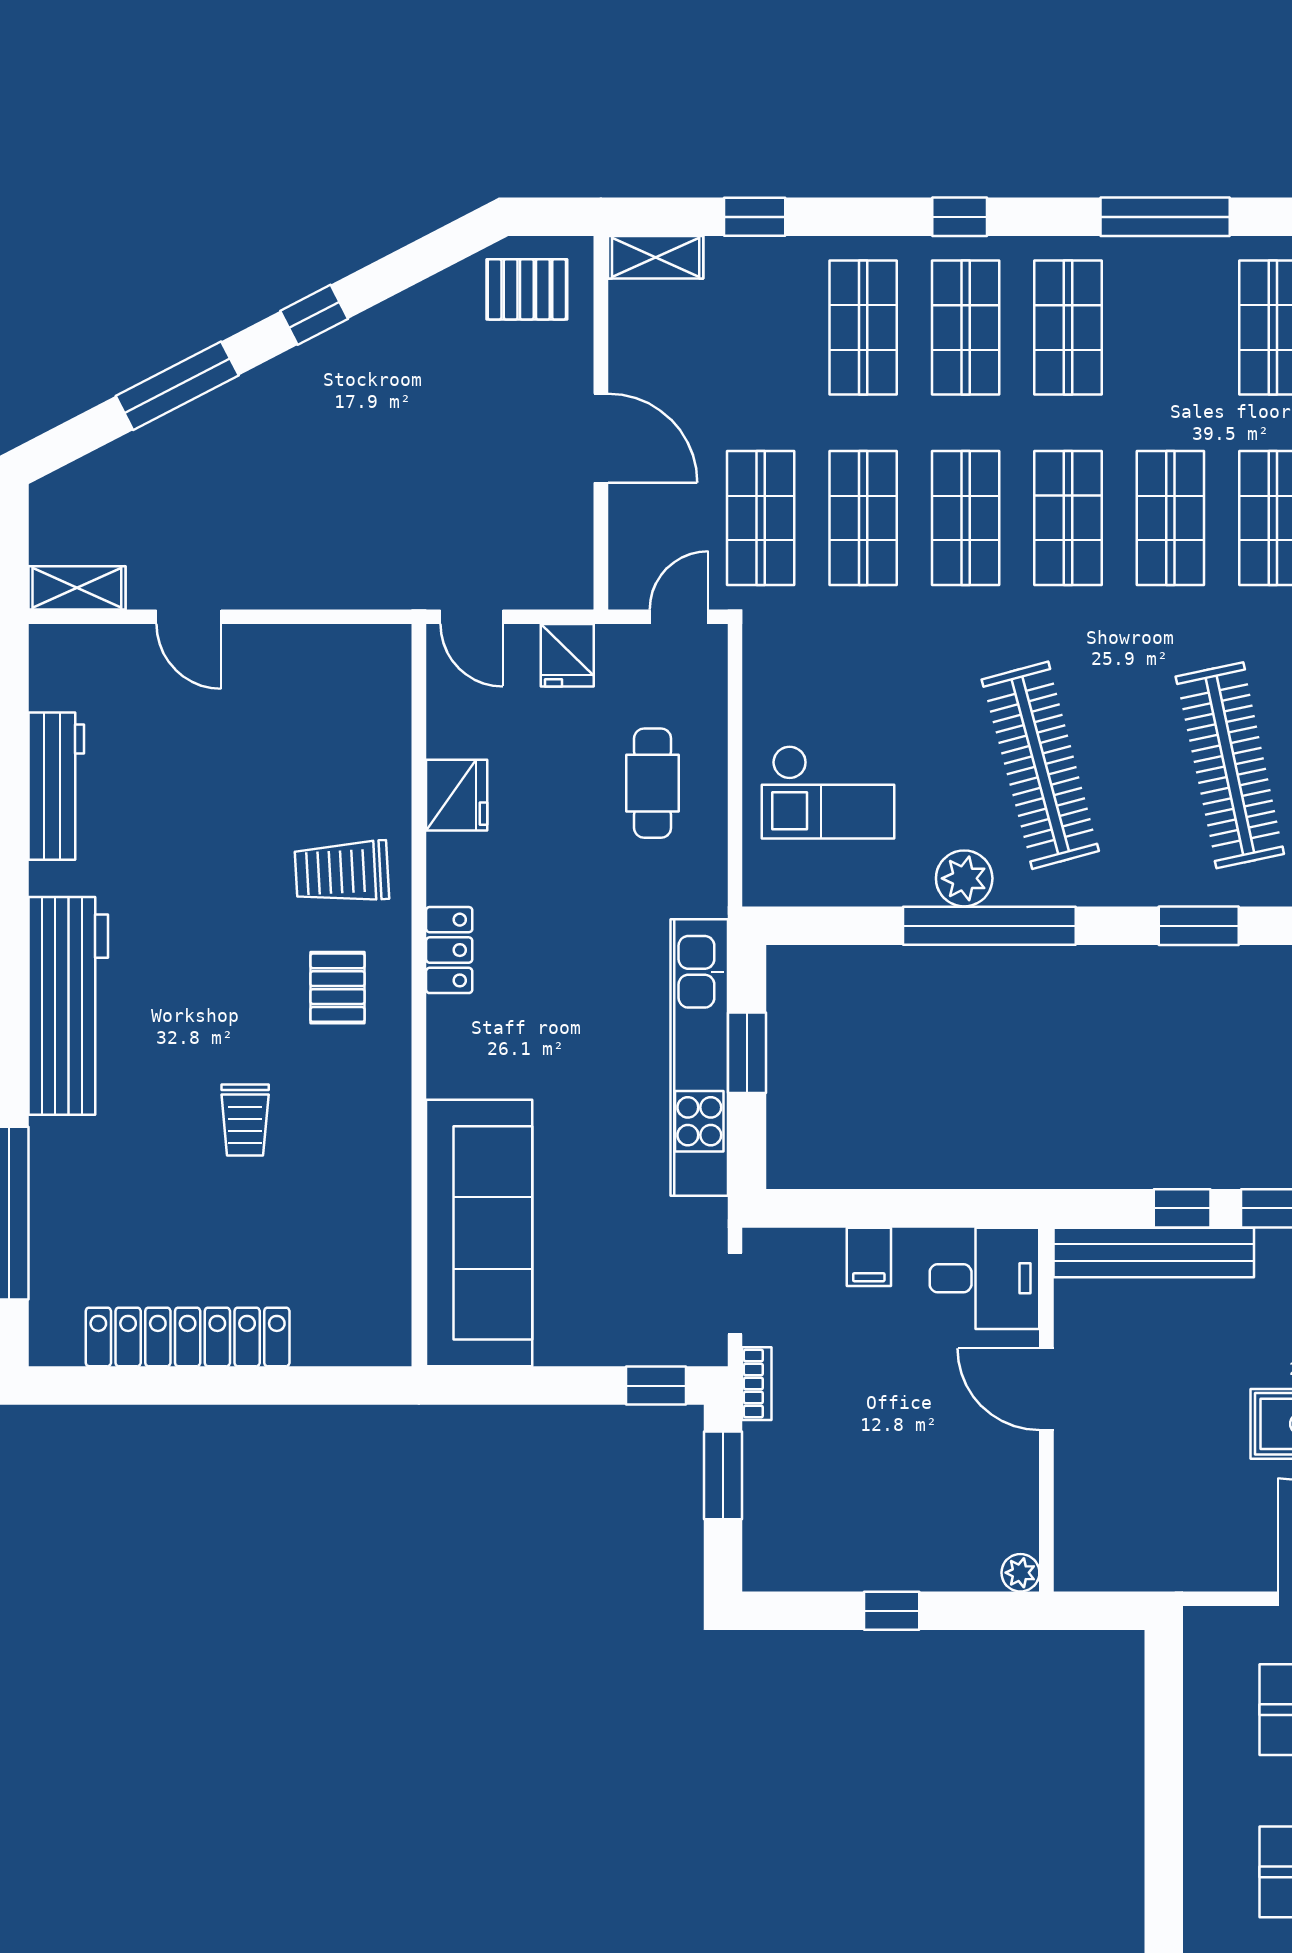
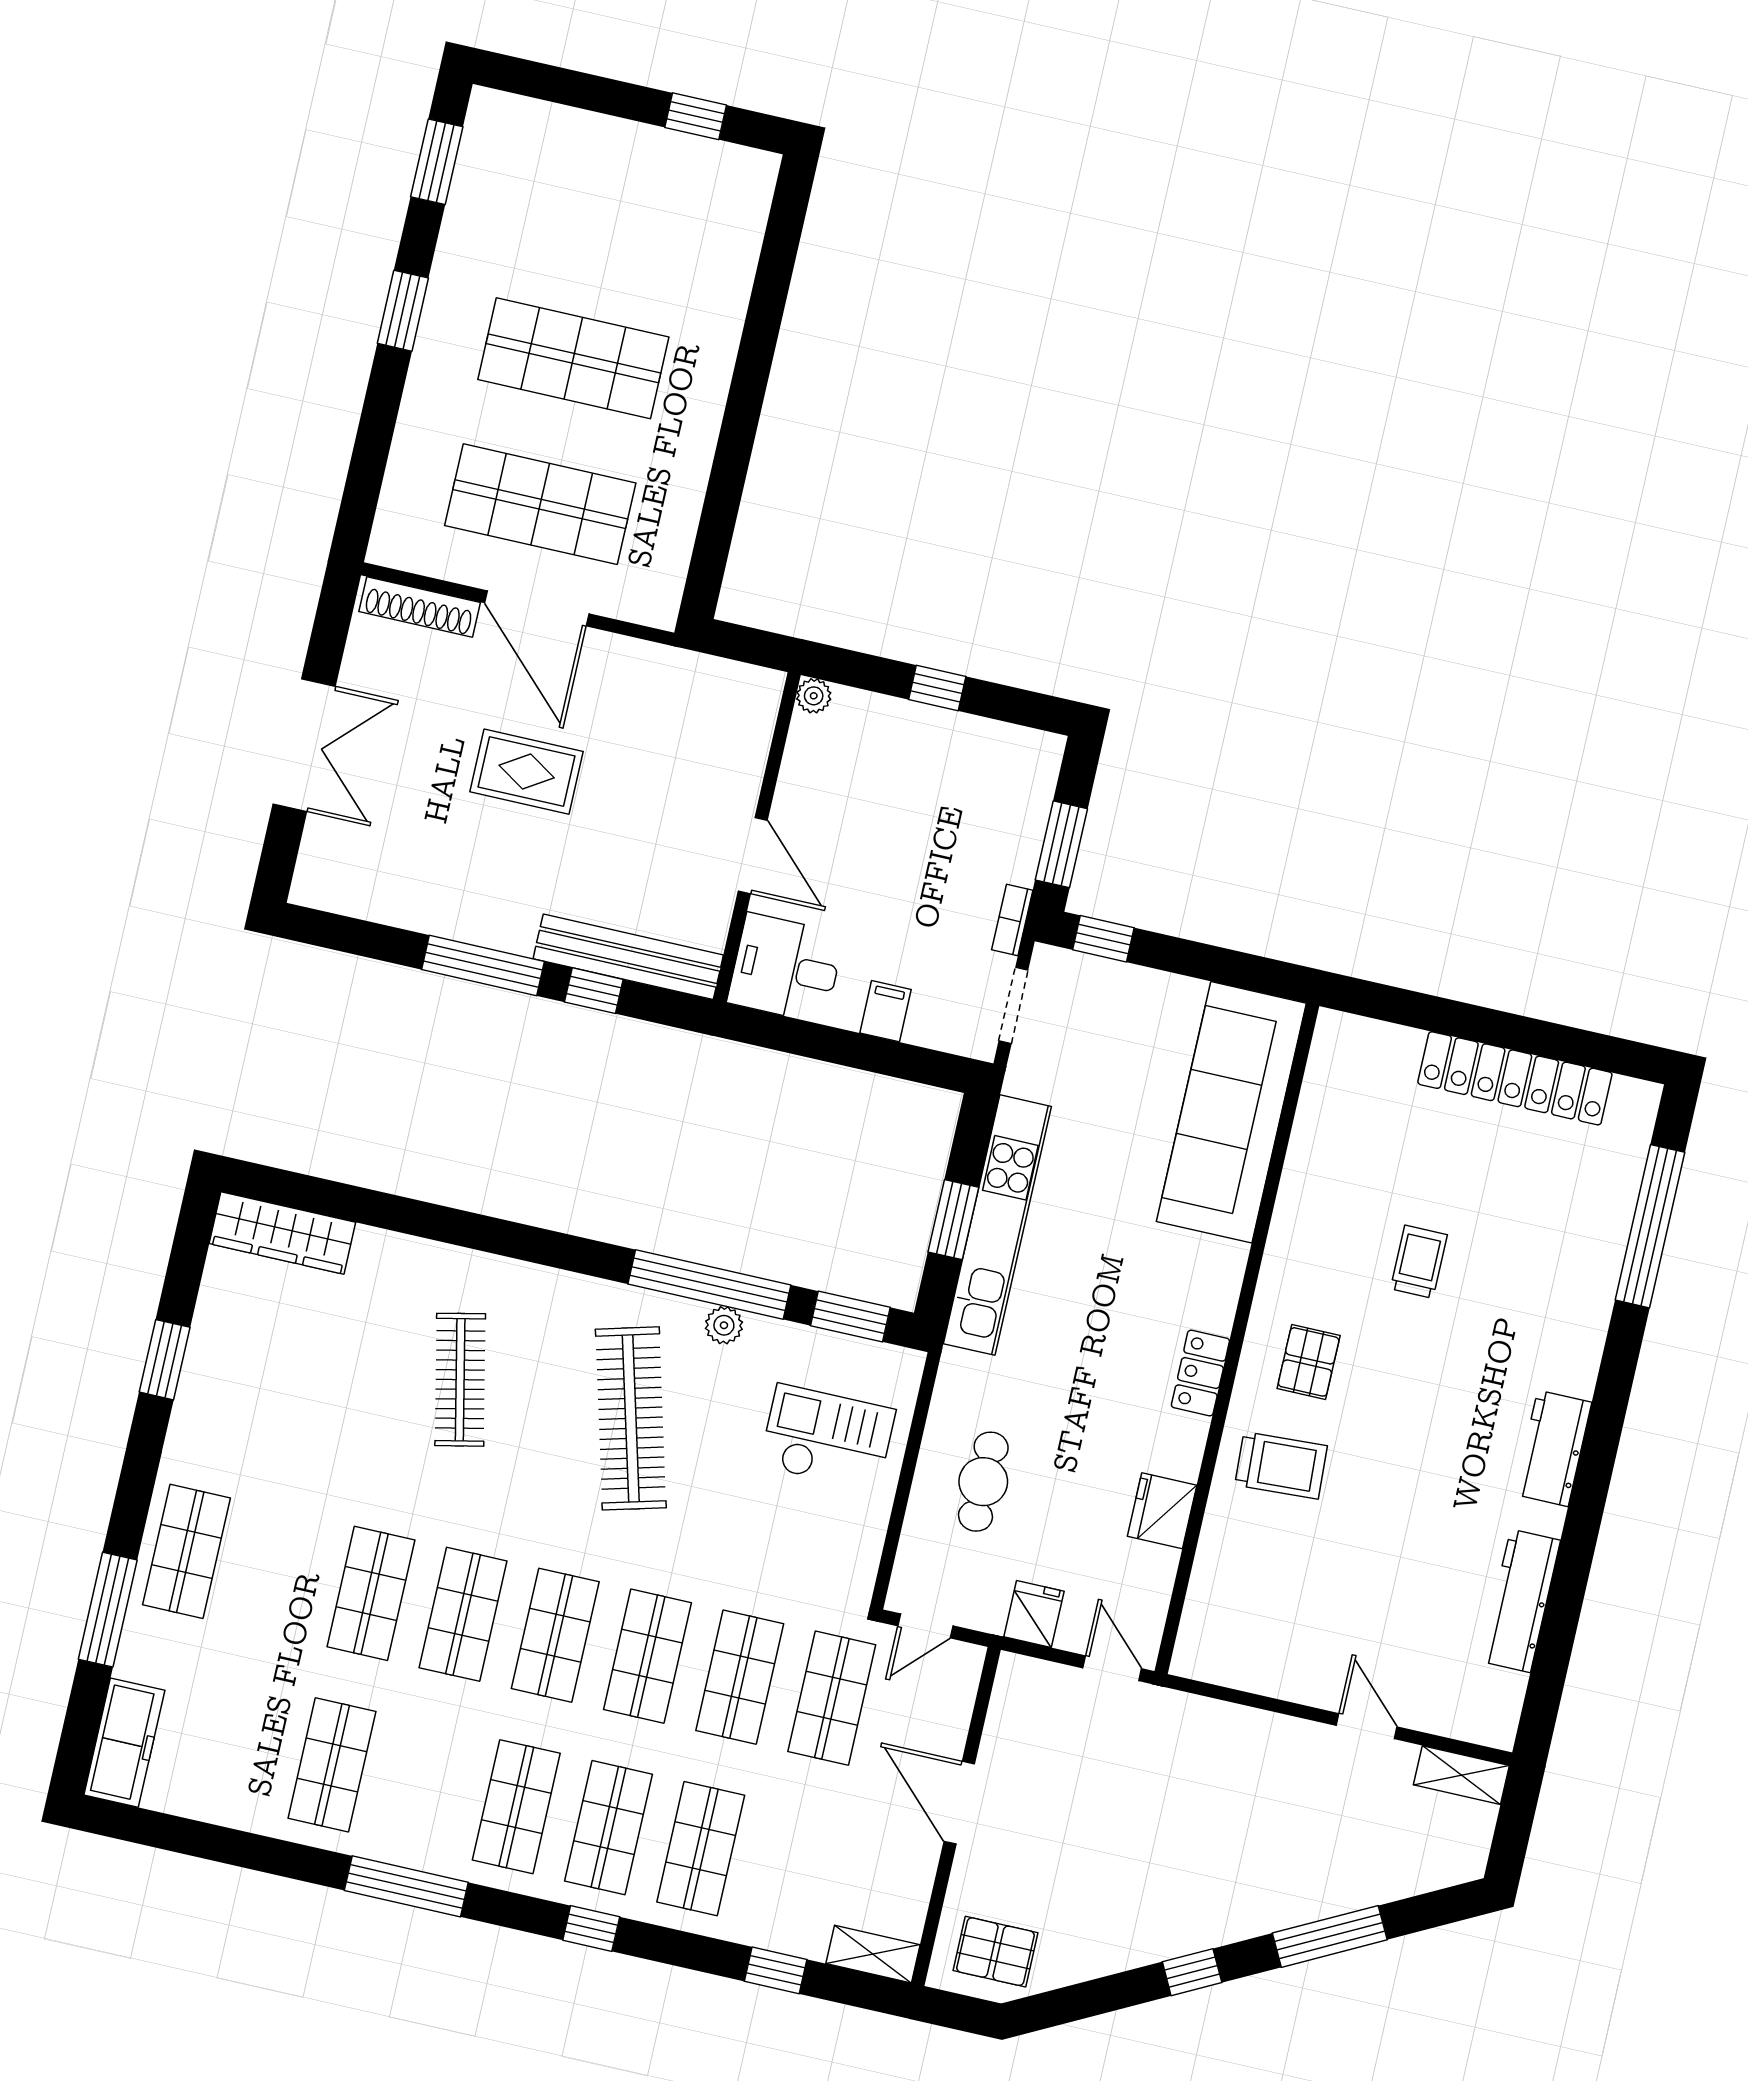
clothes rail: (1230, 765) -> (460, 1380), width x0.73, depth x0.76
plant: (964, 878) -> (724, 1325), width x0.73, depth x0.73
window: (1199, 926) -> (850, 1316), moved
workbench: (68, 1006) -> (1553, 1448), width x0.53, depth x0.76

